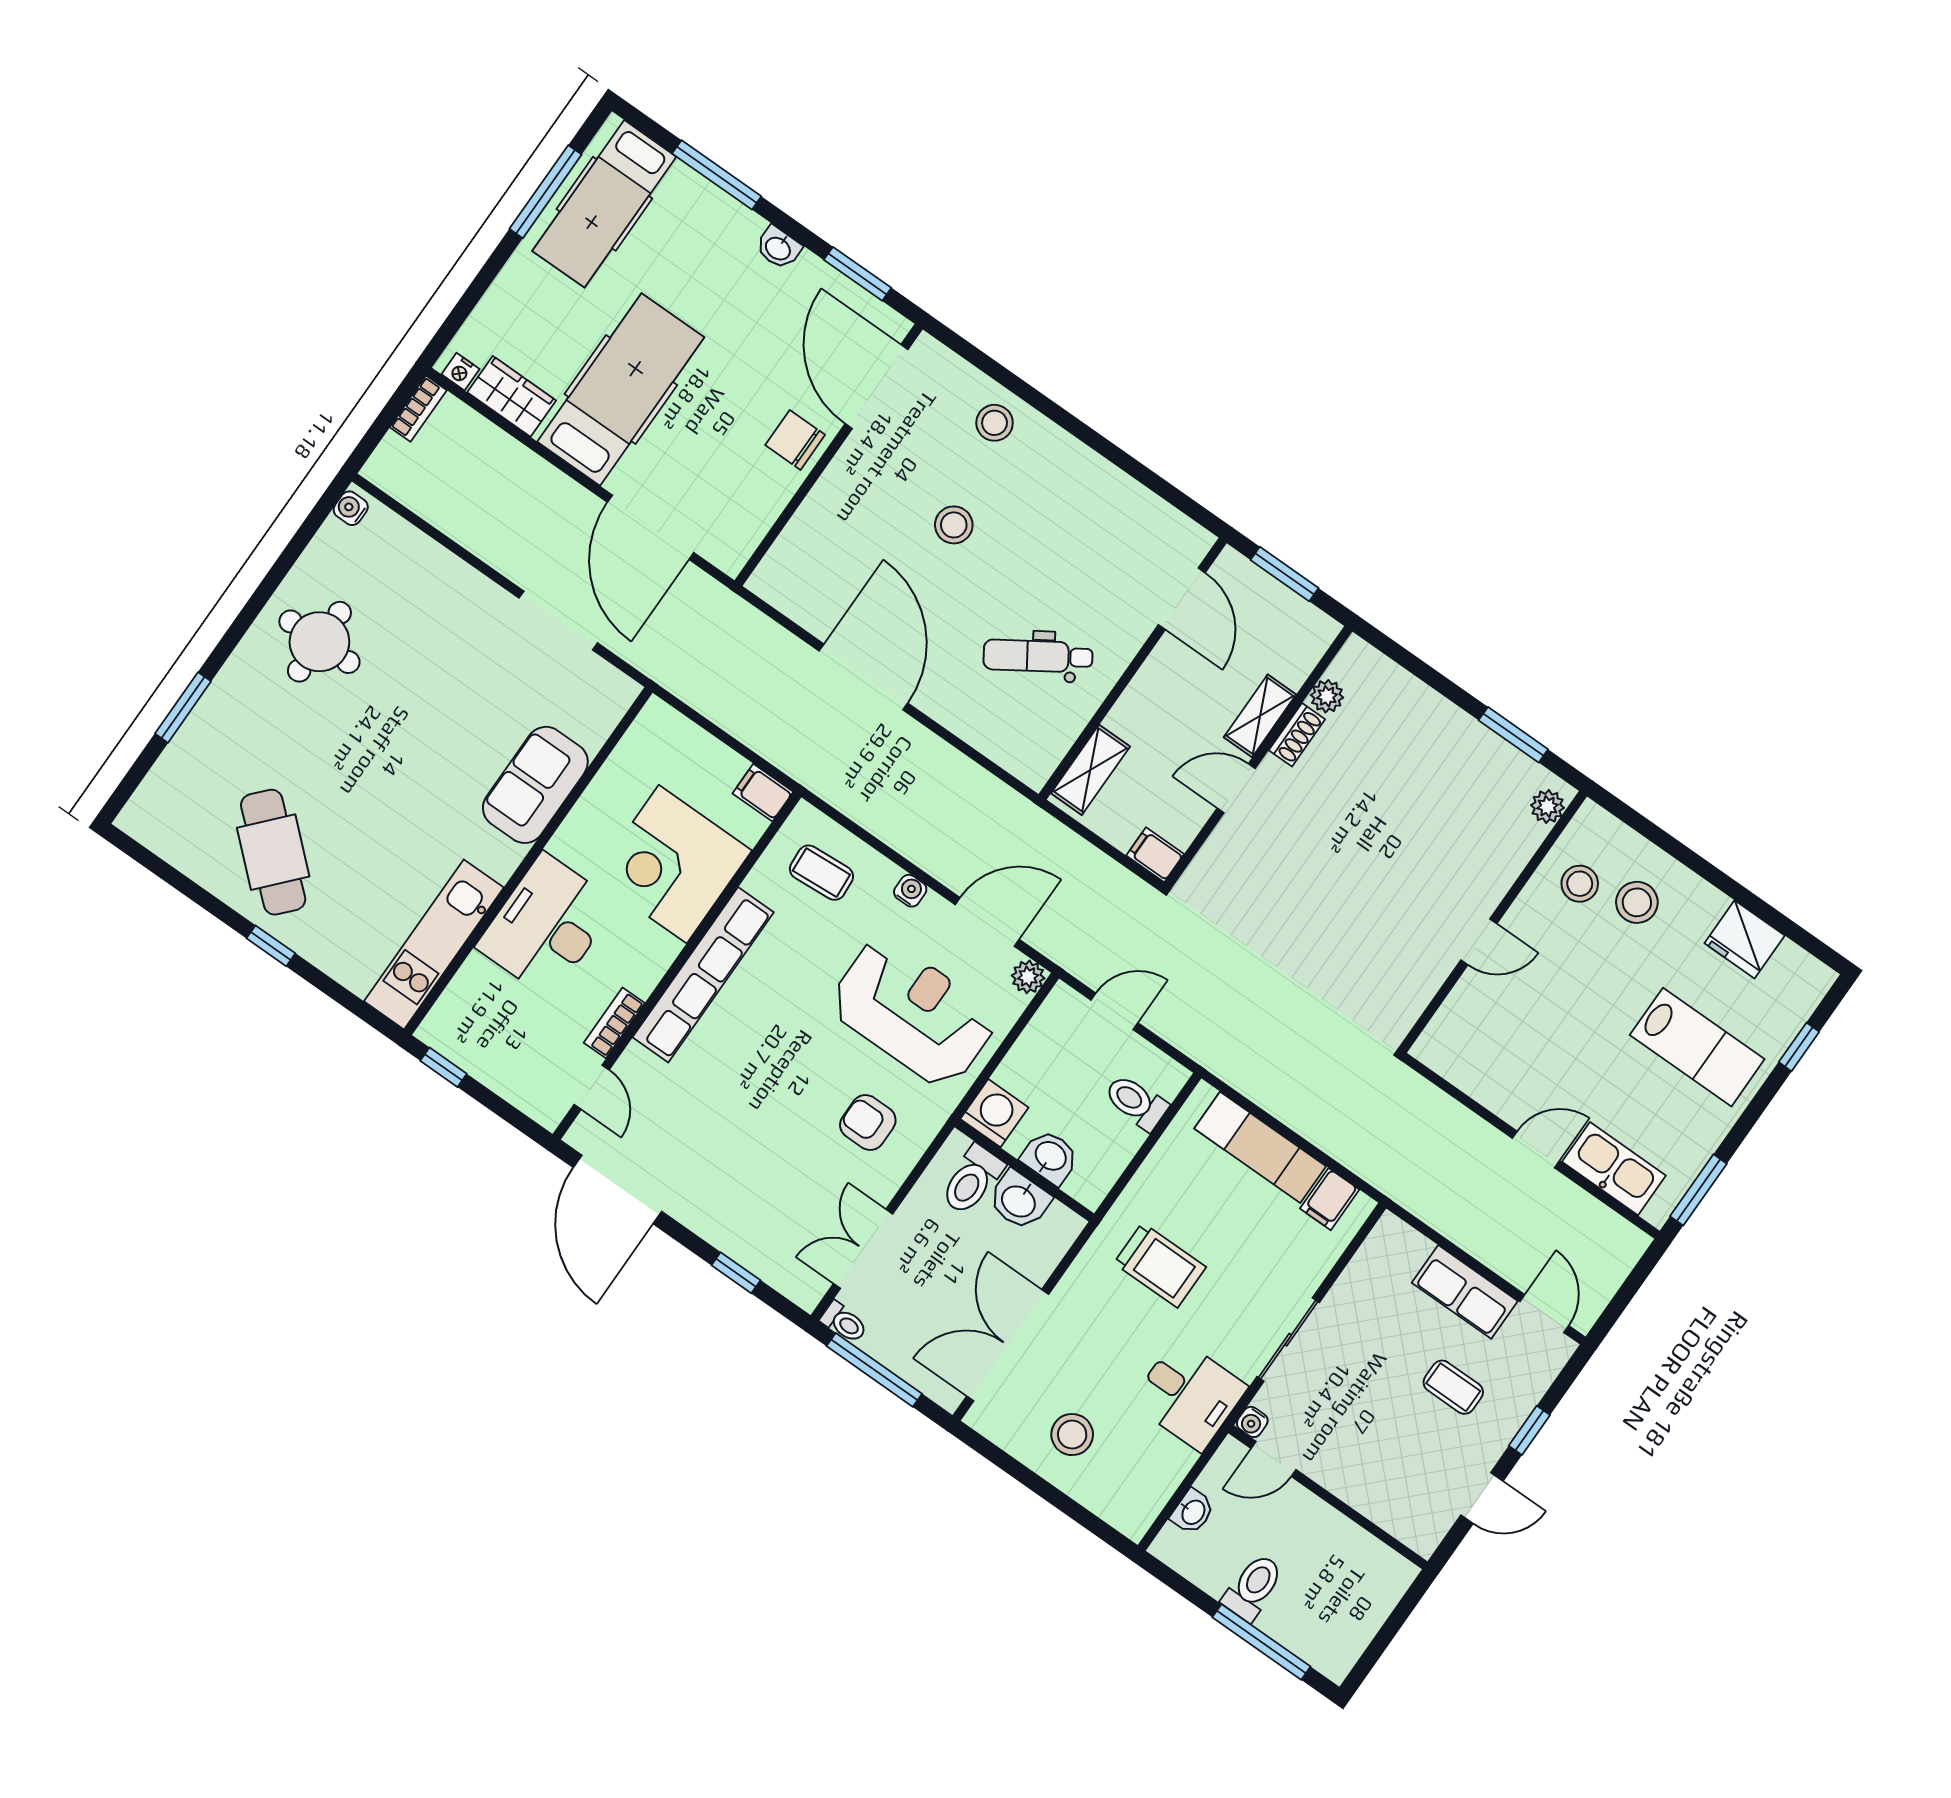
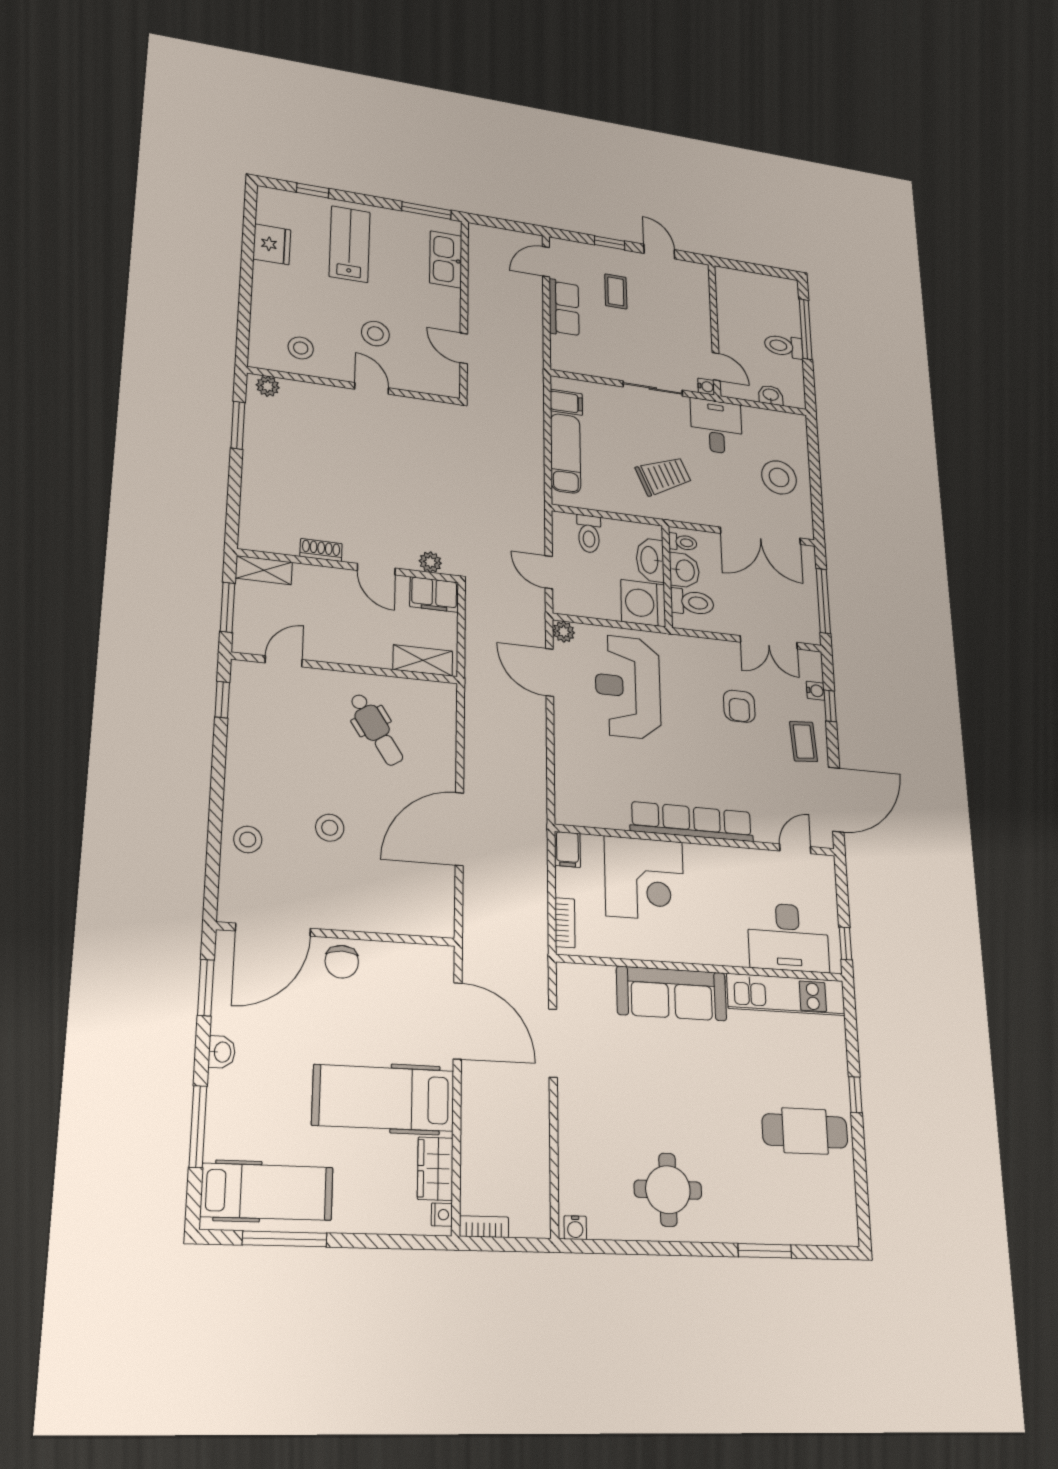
window: (1175, 497) -> (222, 700), added
door: (651, 527) -> (458, 1021), hinge flipped
door: (1182, 599) -> (284, 661), width x0.73
plant: (1327, 696) -> (430, 562), moved
shelving: (1260, 716) -> (264, 570), moved
sofa: (535, 785) -> (672, 994), width x1.36
cafe table: (273, 852) -> (805, 1131), turned 48
filing cabinet: (1155, 855) -> (434, 594), width x2.00
coffee table: (821, 873) -> (804, 742), moved
water cooler: (910, 891) -> (816, 691), moved, turned 180
stool: (1637, 902) -> (375, 334), moved
desk: (547, 925) -> (788, 937), moved
bookcase: (614, 1023) -> (565, 923), moved, turned -90
washing machine: (994, 1113) -> (643, 603), width x1.37, depth x1.37
armchair: (868, 1123) -> (739, 706), moved
door: (1536, 1150) -> (464, 348), moved
washbasin: (1050, 1157) -> (650, 560), width x1.38
trolley: (1160, 1265) -> (664, 476), turned 66
toilet: (844, 1322) -> (683, 542), moved, turned 90
stool: (1072, 1435) -> (779, 477), width x1.38, depth x1.38

